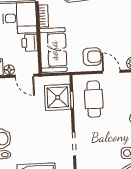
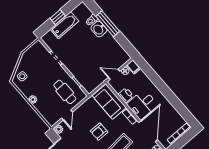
armchair: (92, 57) -> (99, 132), moved
door: (111, 72) -> (67, 115), hinge flipped
shower: (58, 97) -> (86, 77), removed

